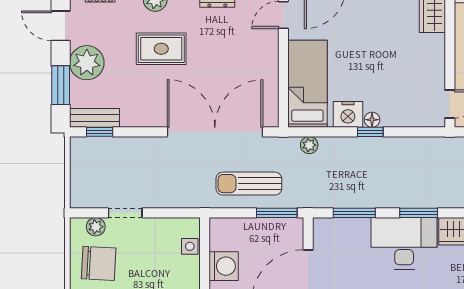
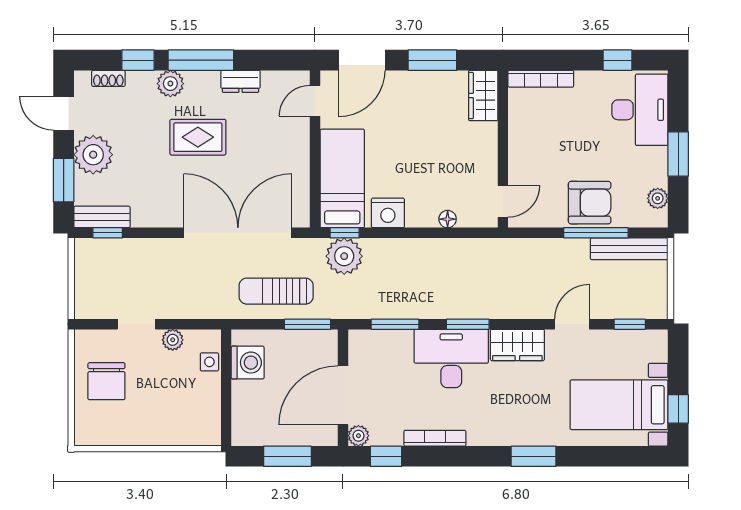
rug: (161, 49) -> (198, 137), moved
floor lamp: (372, 120) -> (448, 219), moved
window: (370, 132) -> (345, 233), moved
plant: (309, 145) -> (344, 256), width x1.88, depth x1.88
plant: (96, 227) -> (173, 340), moved
chair: (99, 263) -> (106, 381), turned 87
washing machine: (224, 266) -> (248, 363), moved

